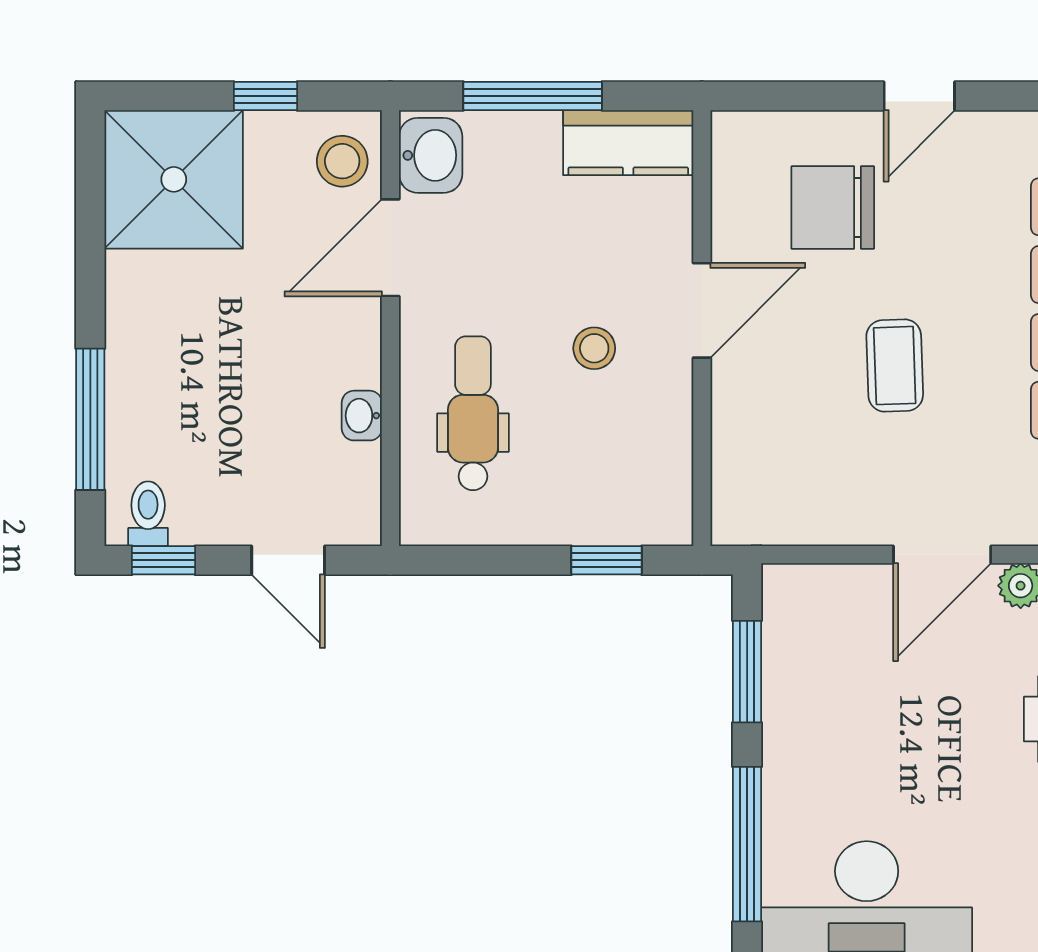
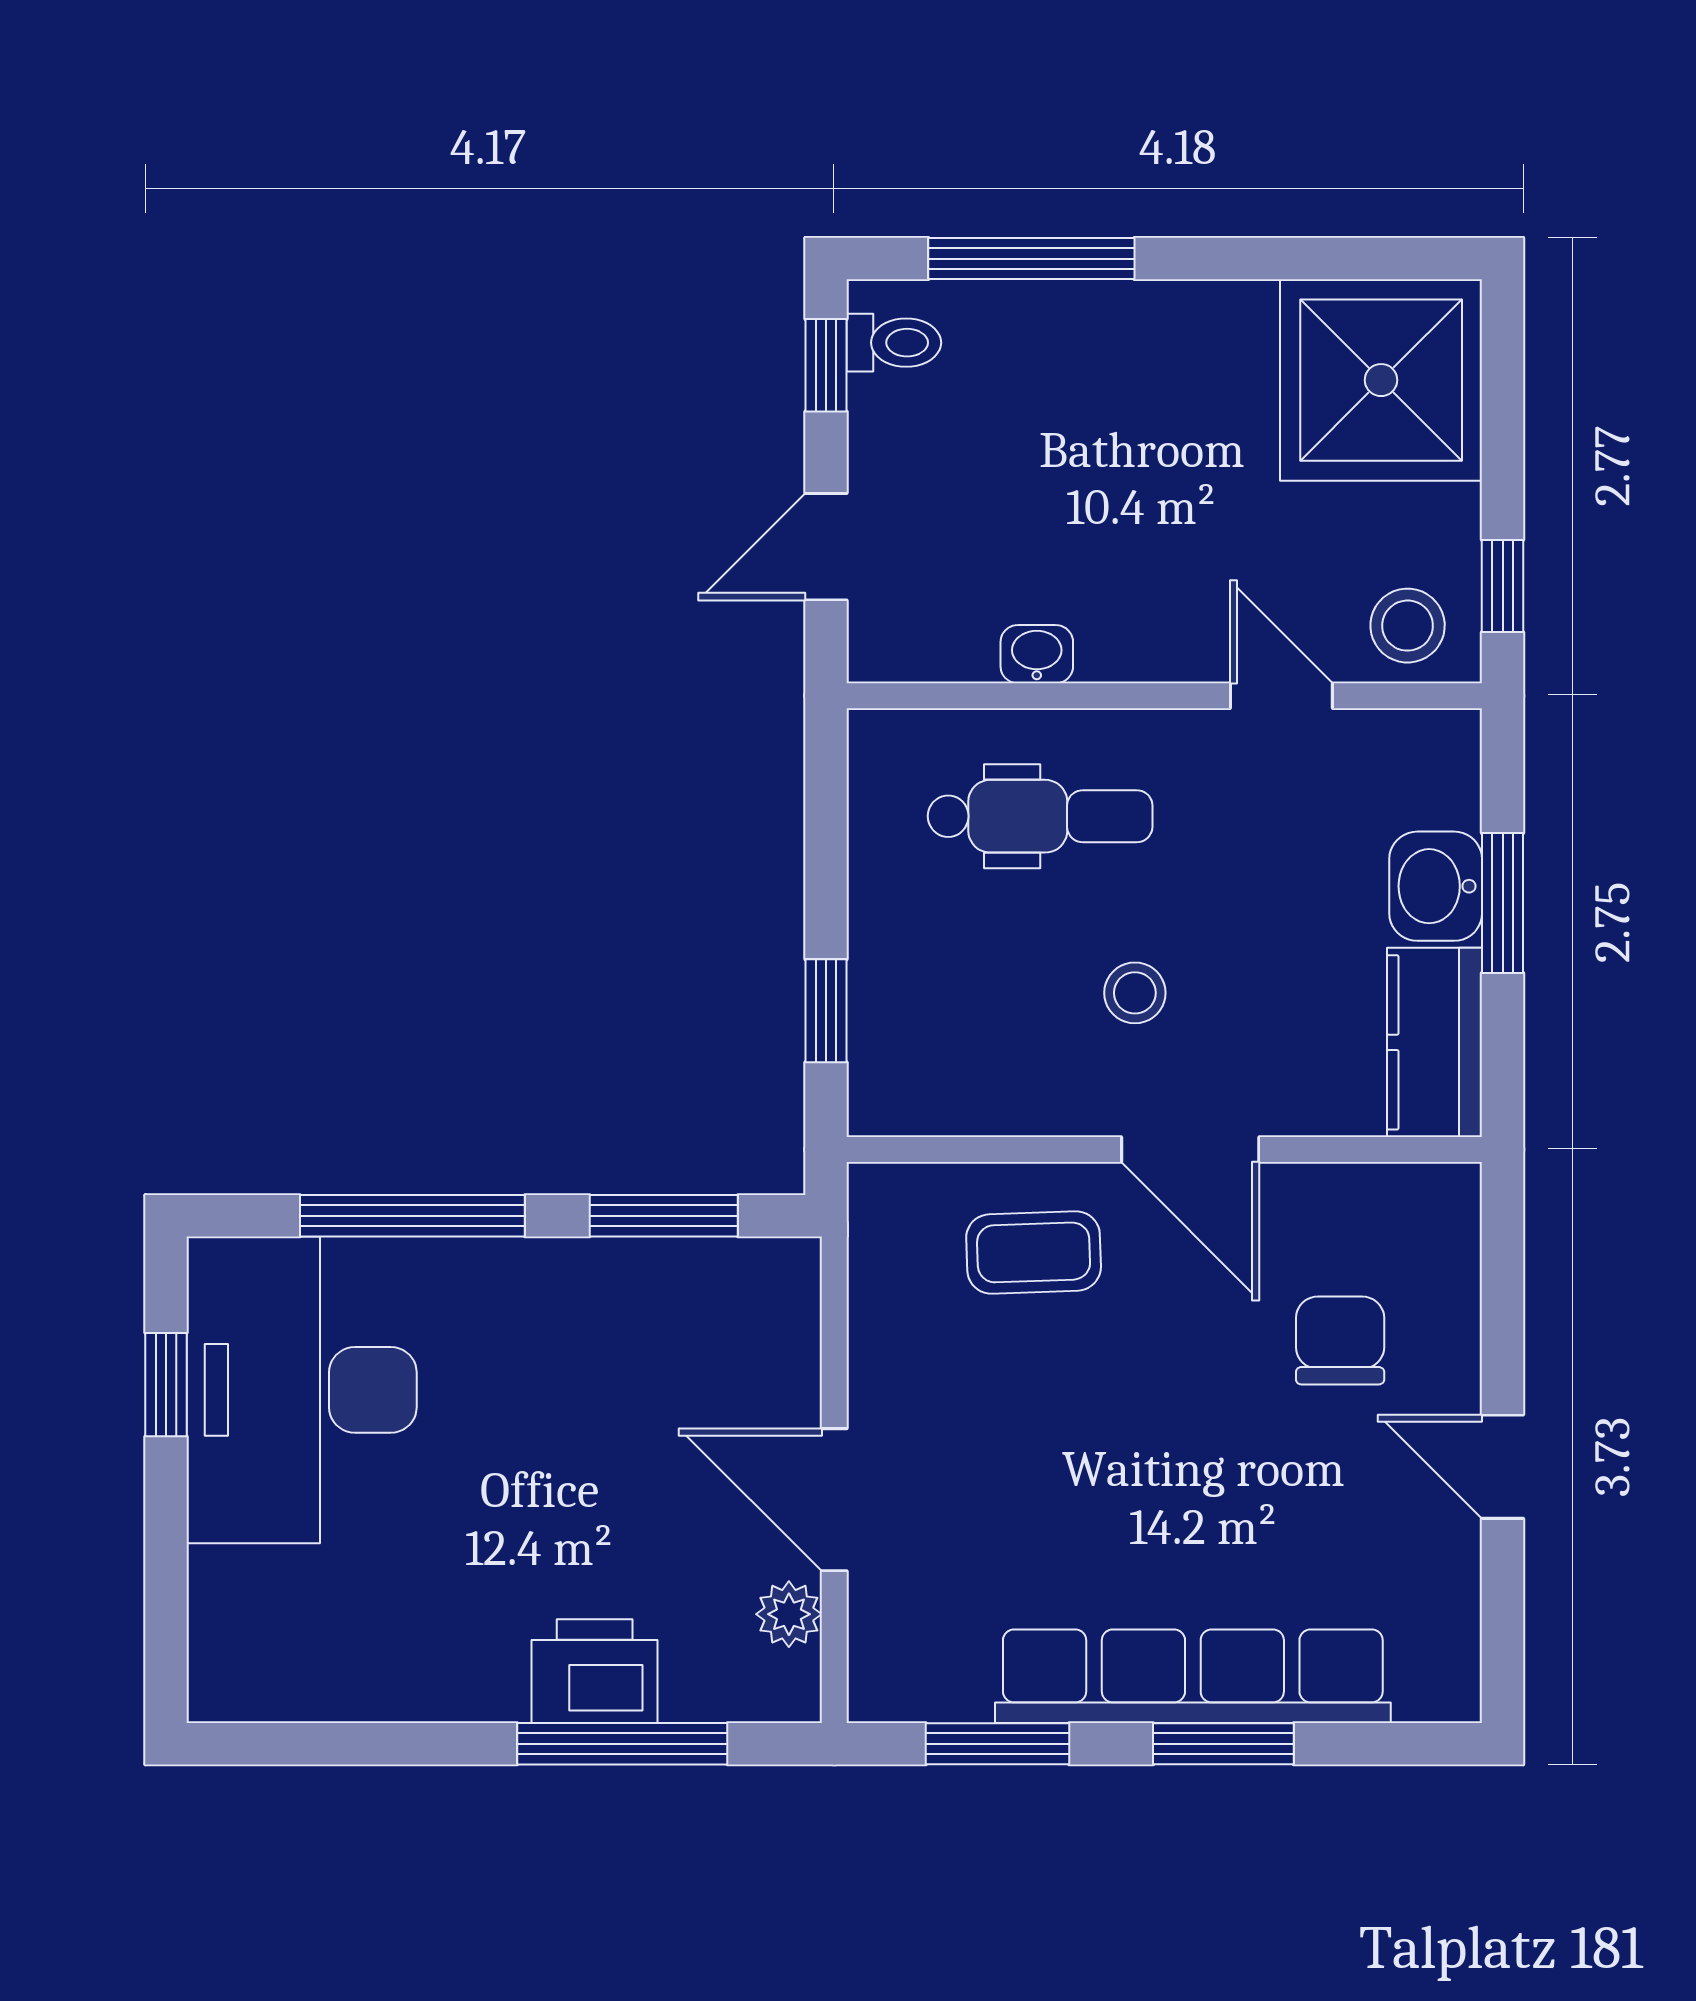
window: (266, 96) -> (1503, 586), moved
window: (533, 96) -> (1503, 903), width x0.69
washbasin: (431, 155) -> (1436, 886), moved, turned 90
chair: (833, 208) -> (1340, 1341), width x0.73, depth x0.73
door: (390, 248) -> (1281, 696), width x0.73
coffee table: (895, 366) -> (1034, 1252), moved

